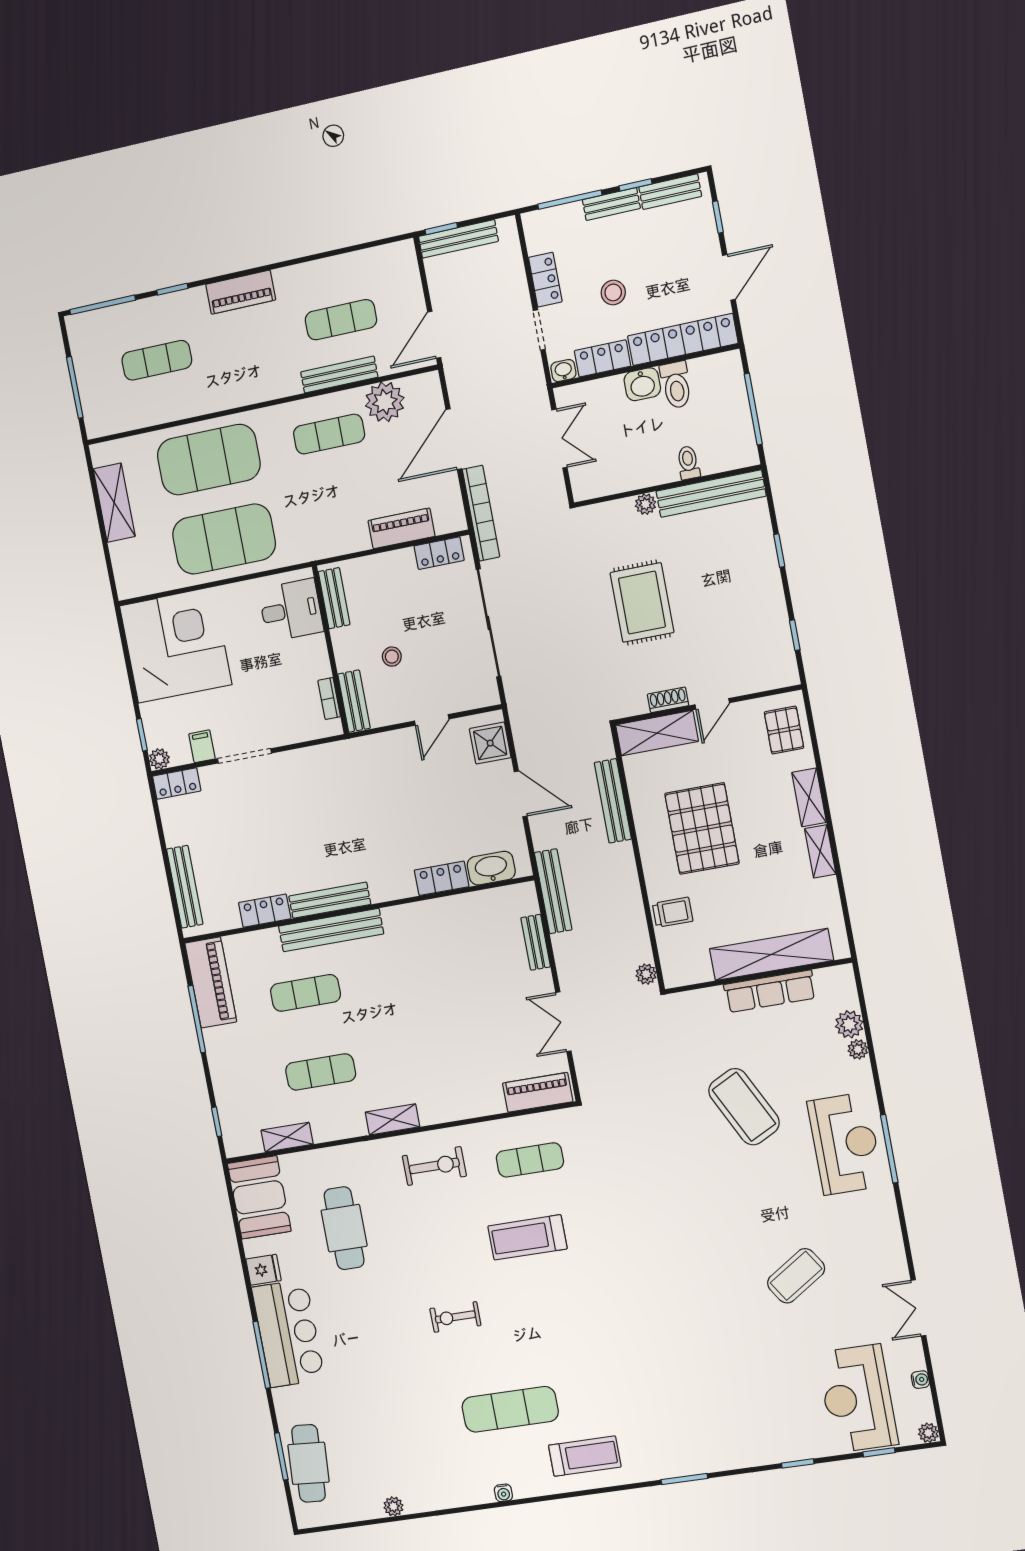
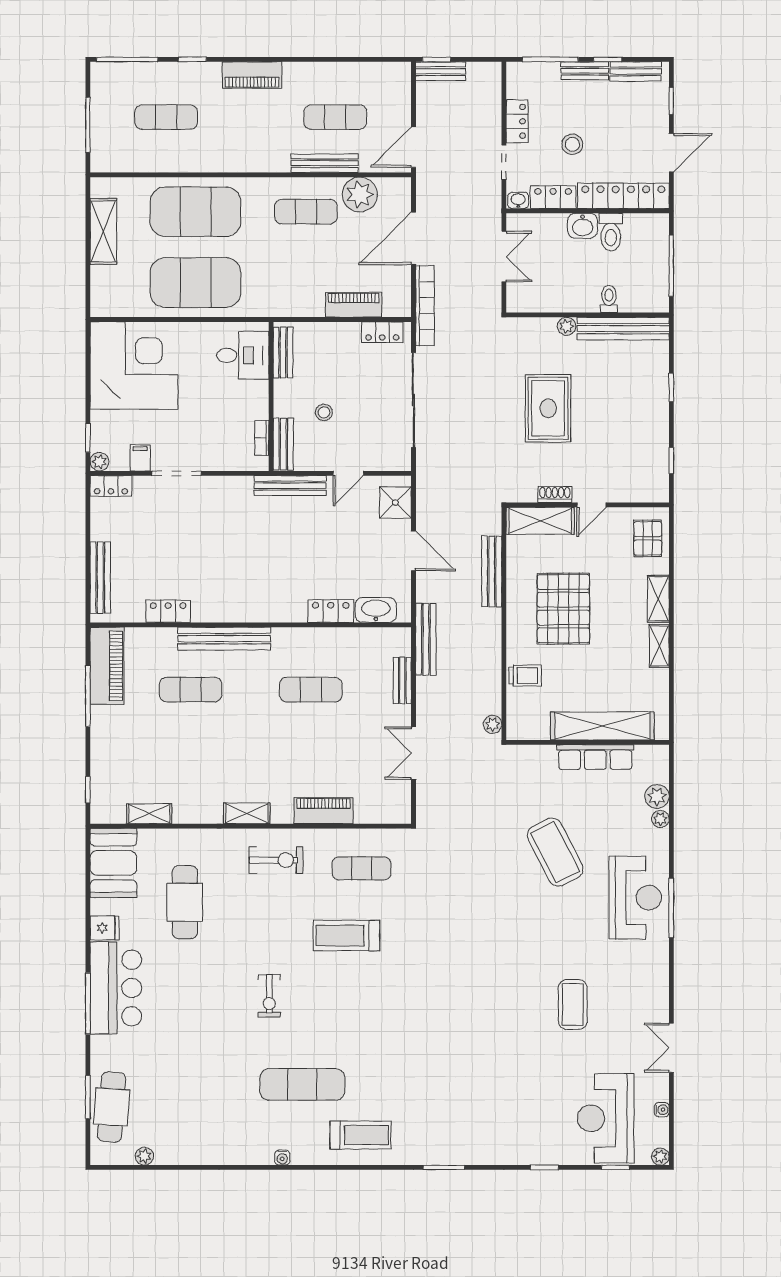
bench: (458, 239) -> (441, 71), width x0.73
bench: (330, 900) -> (290, 486), moved
exercise mat: (321, 1072) -> (311, 690), moved
piano: (538, 1092) -> (324, 811), moved
coffee table: (796, 1276) -> (573, 1005), turned -57
exercise bike: (455, 1317) -> (269, 996), turned -90
plant: (393, 1506) -> (144, 1156), moved

